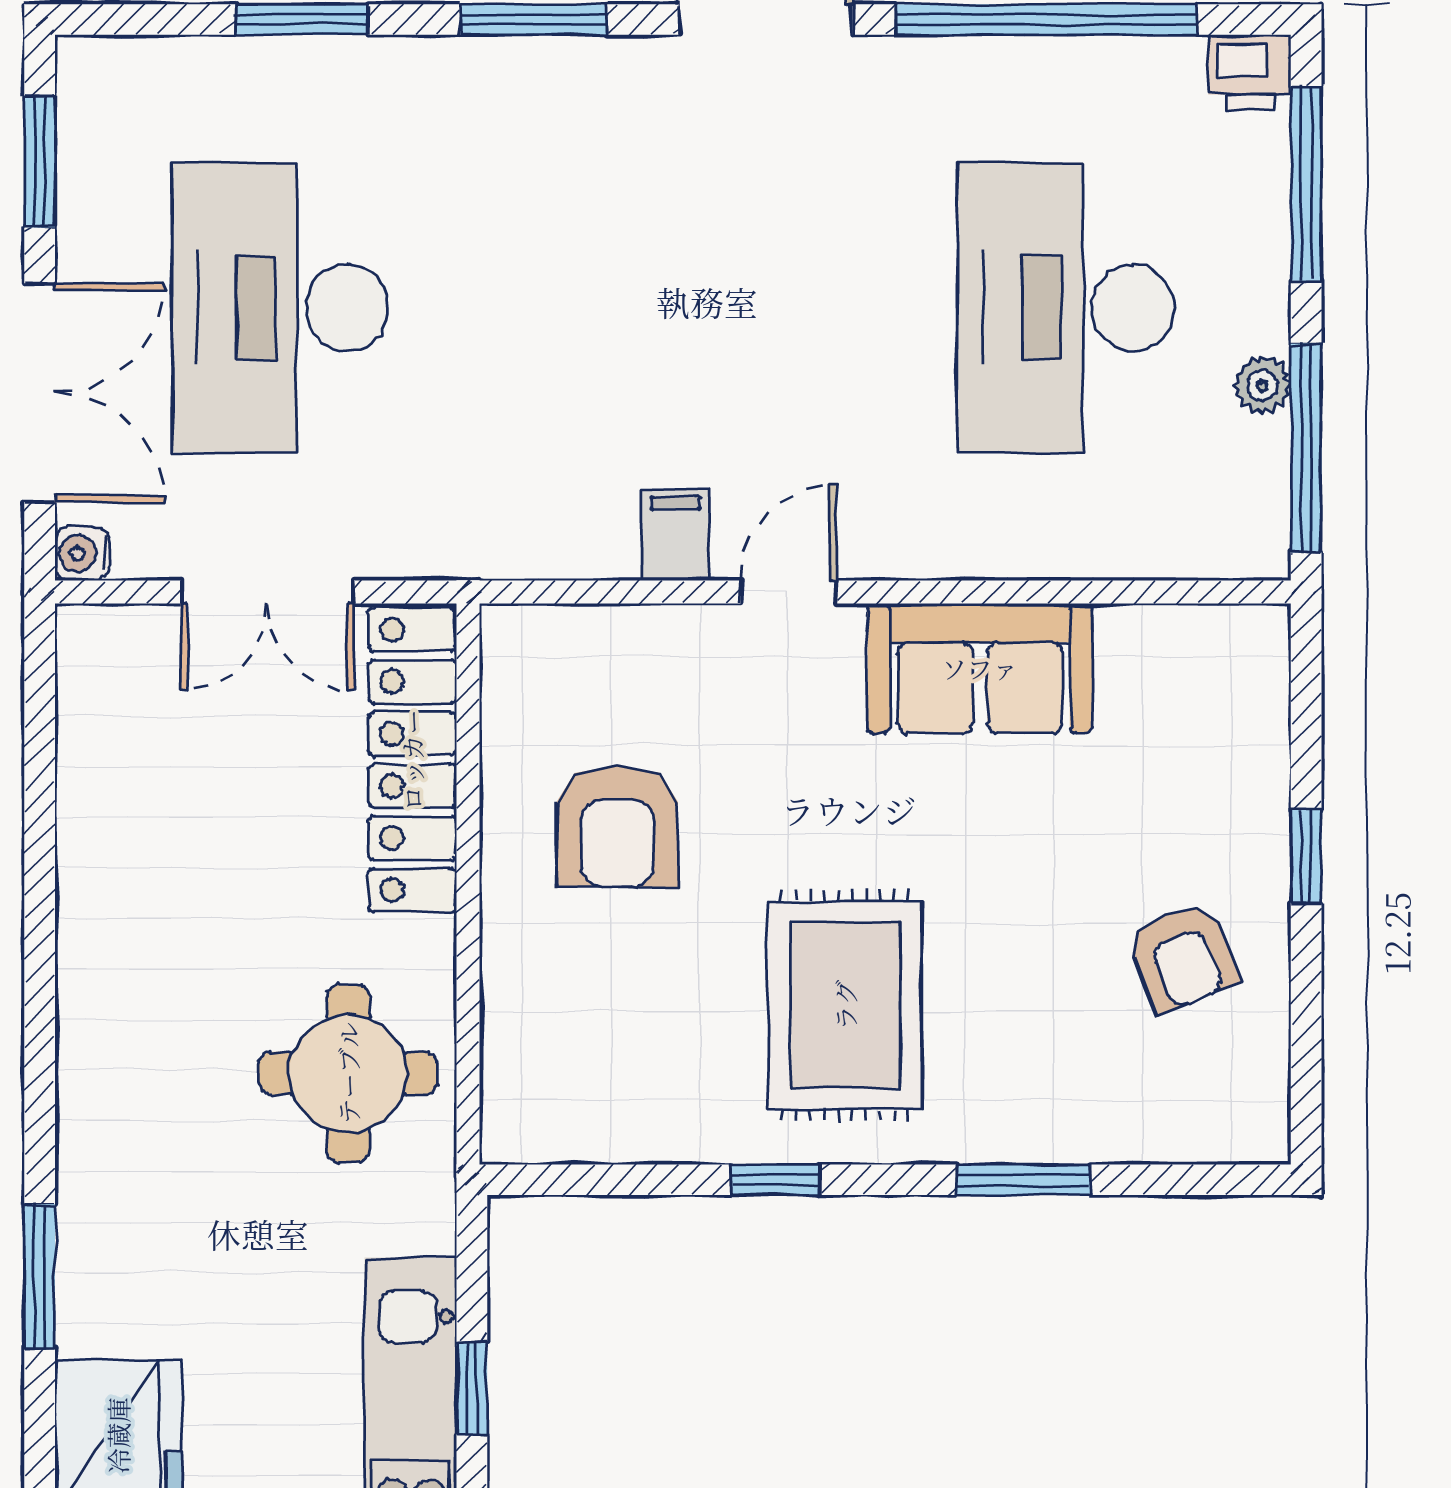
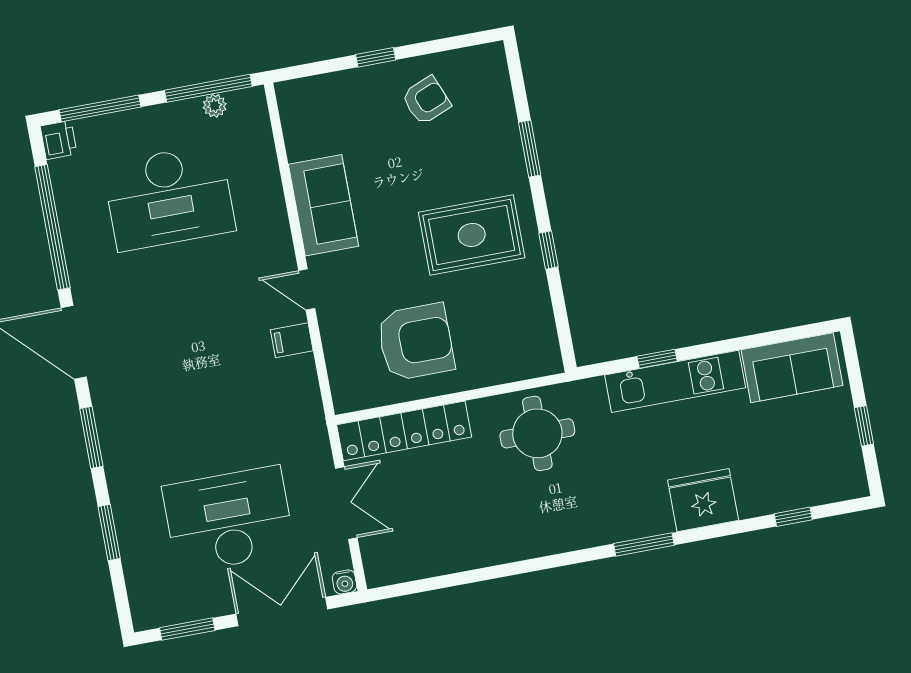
desk: (280, 308) -> (229, 520), turned 180
plant: (1262, 385) -> (215, 106), moved
armchair: (617, 826) -> (416, 342), width x1.36, depth x1.36

